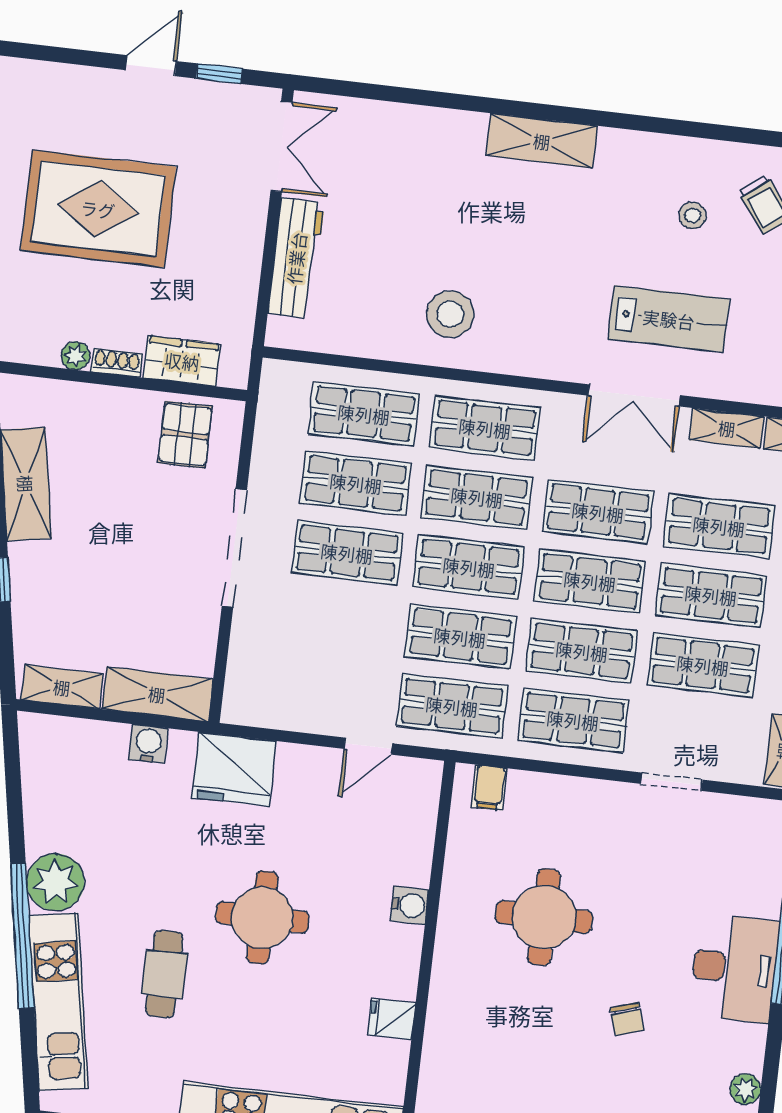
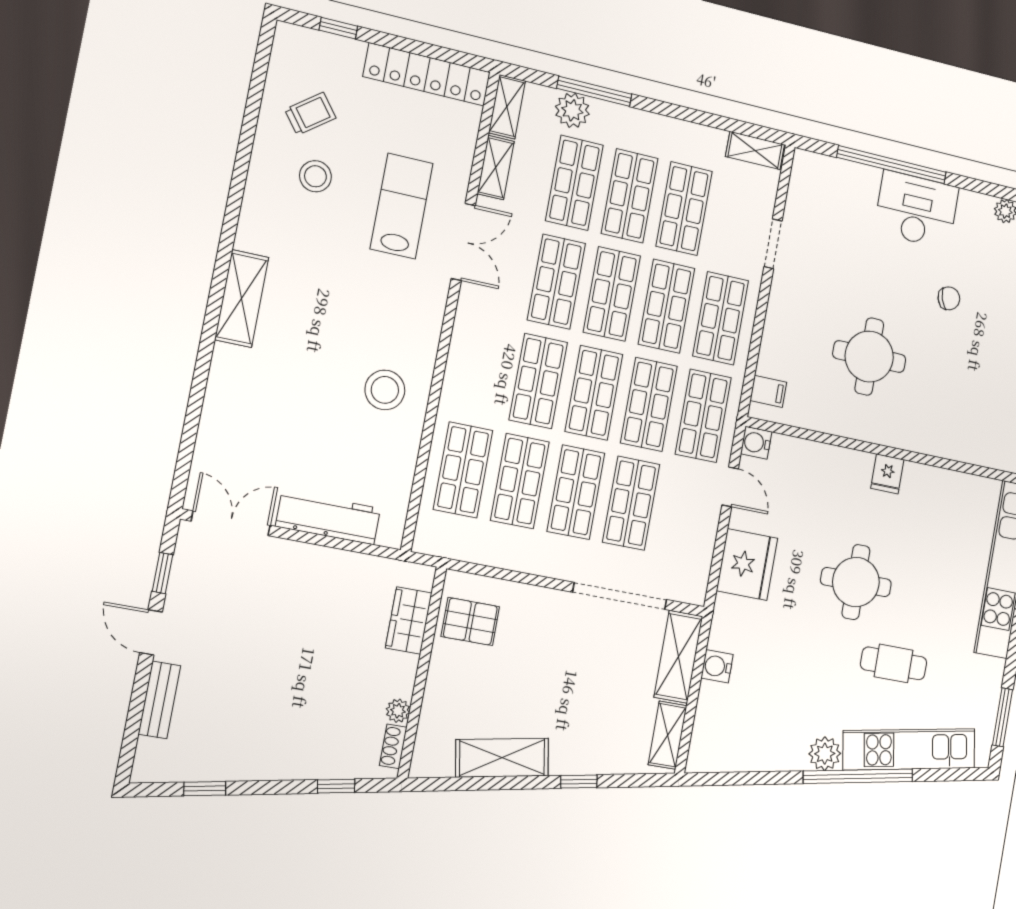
bench: (75, 81) -> (159, 700), added
rug: (98, 209) -> (274, 685), removed
stool: (693, 216) -> (315, 176), width x1.37, depth x1.37
shoe rack: (117, 363) -> (393, 746), moved
shop shelf: (485, 428) -> (631, 503), moved
doorway: (234, 548) -> (620, 596), moved
fridge: (234, 769) -> (747, 564), moved
plant: (55, 882) -> (825, 754), width x0.73, depth x0.73
water cooler: (410, 905) -> (756, 443), moved, turned -90
fridge: (392, 1019) -> (887, 474), moved

